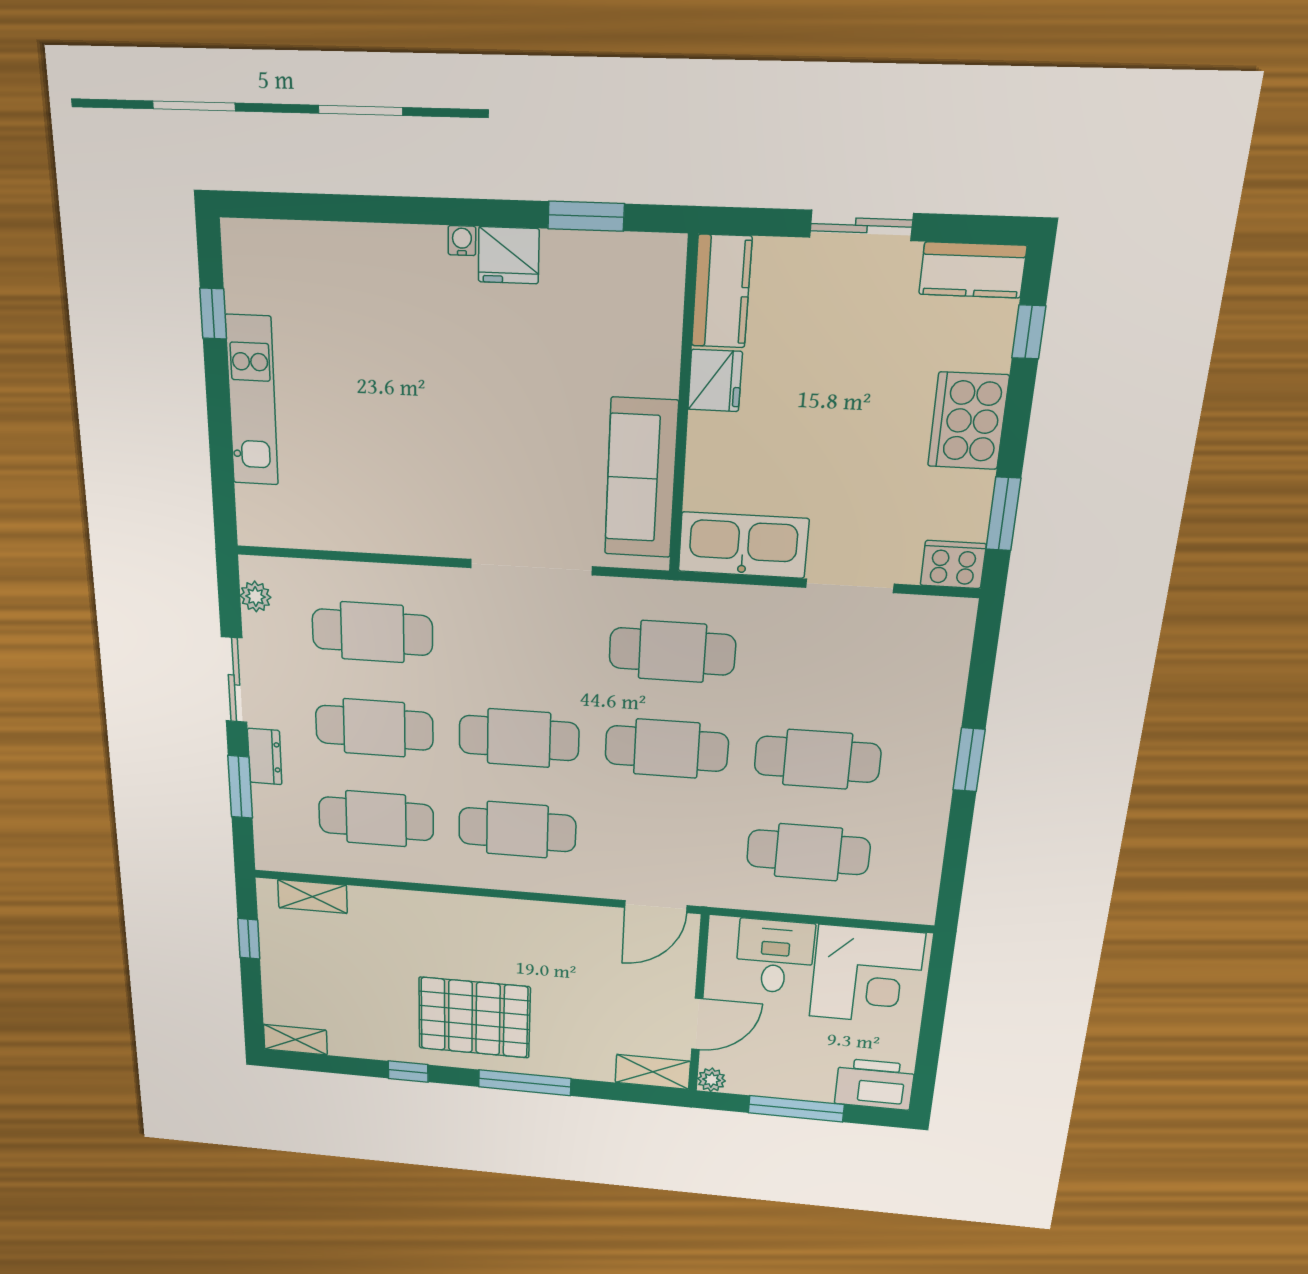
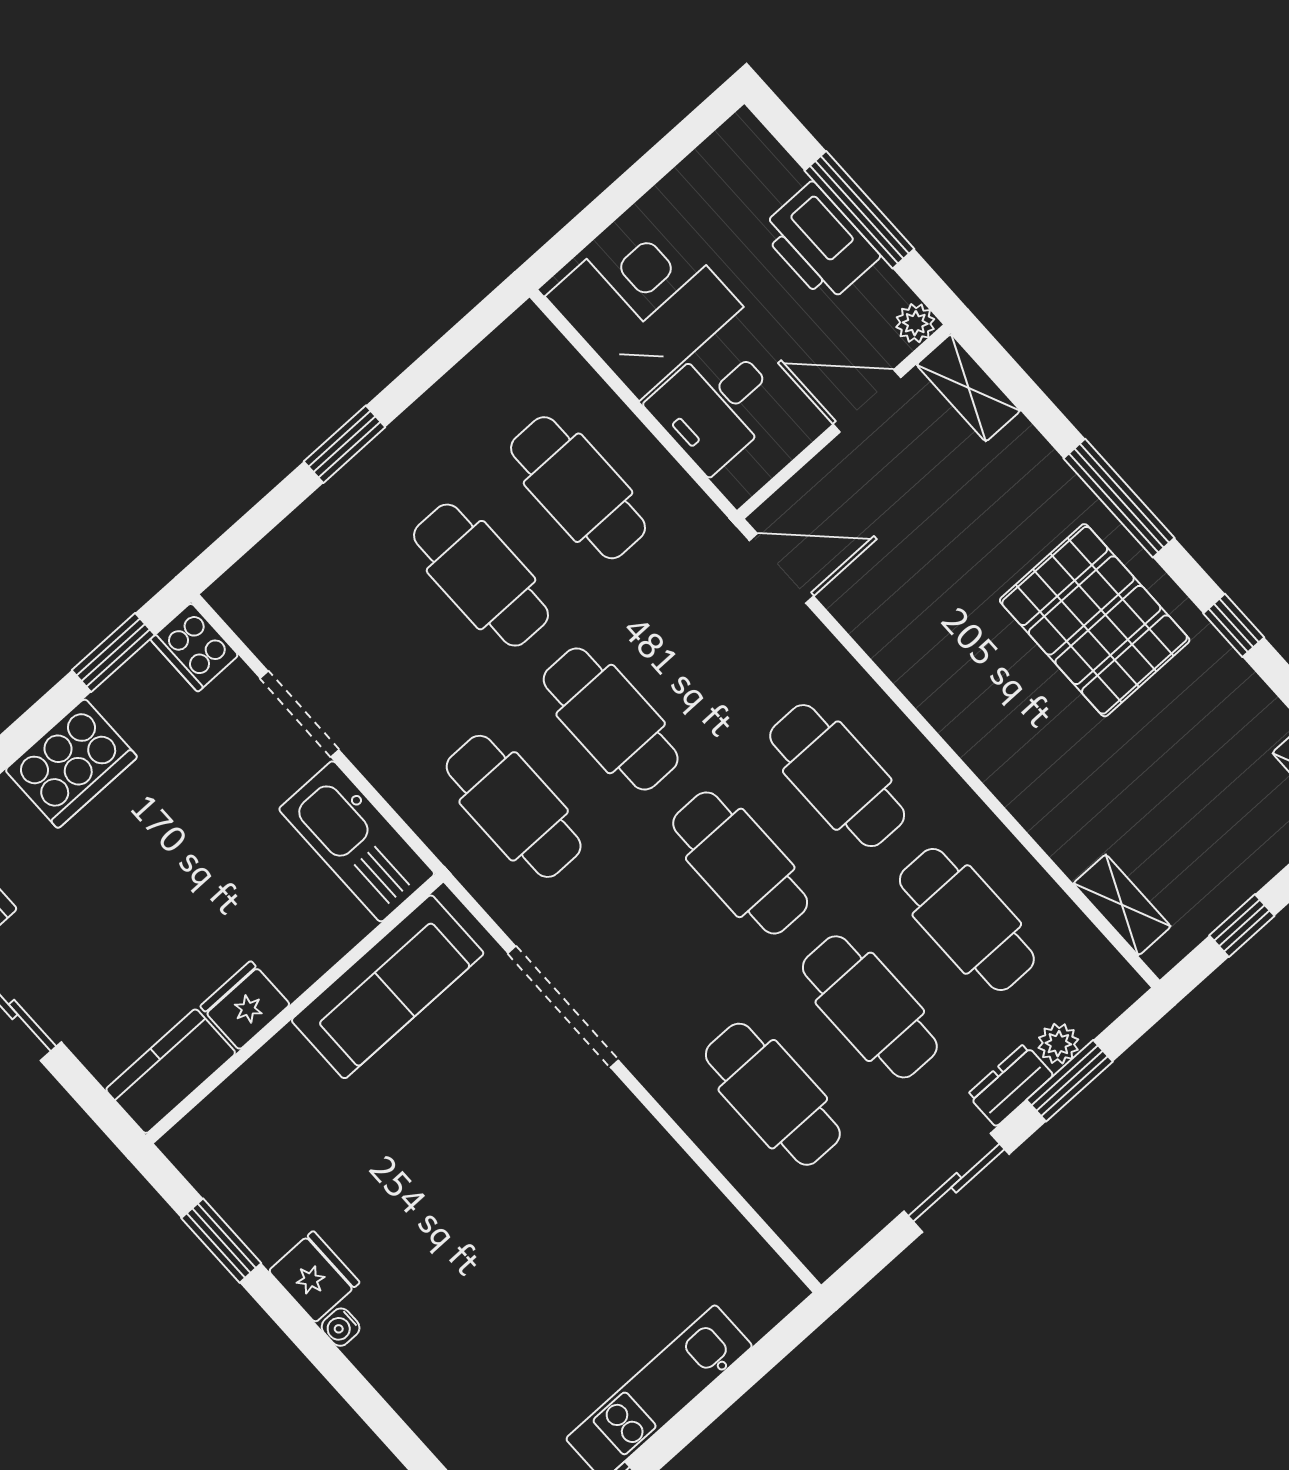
plant: (256, 596) -> (1058, 1044), moved
printer: (875, 1084) -> (819, 243), moved

